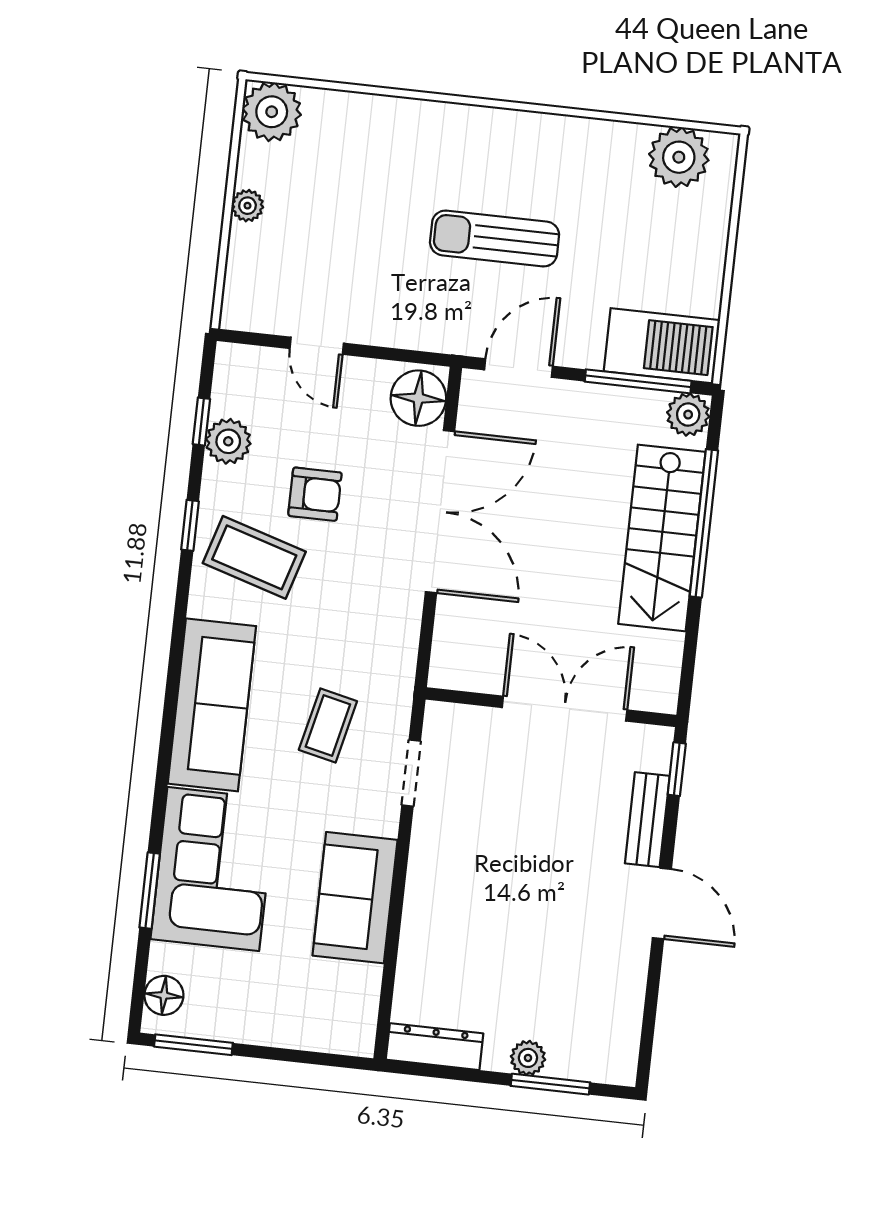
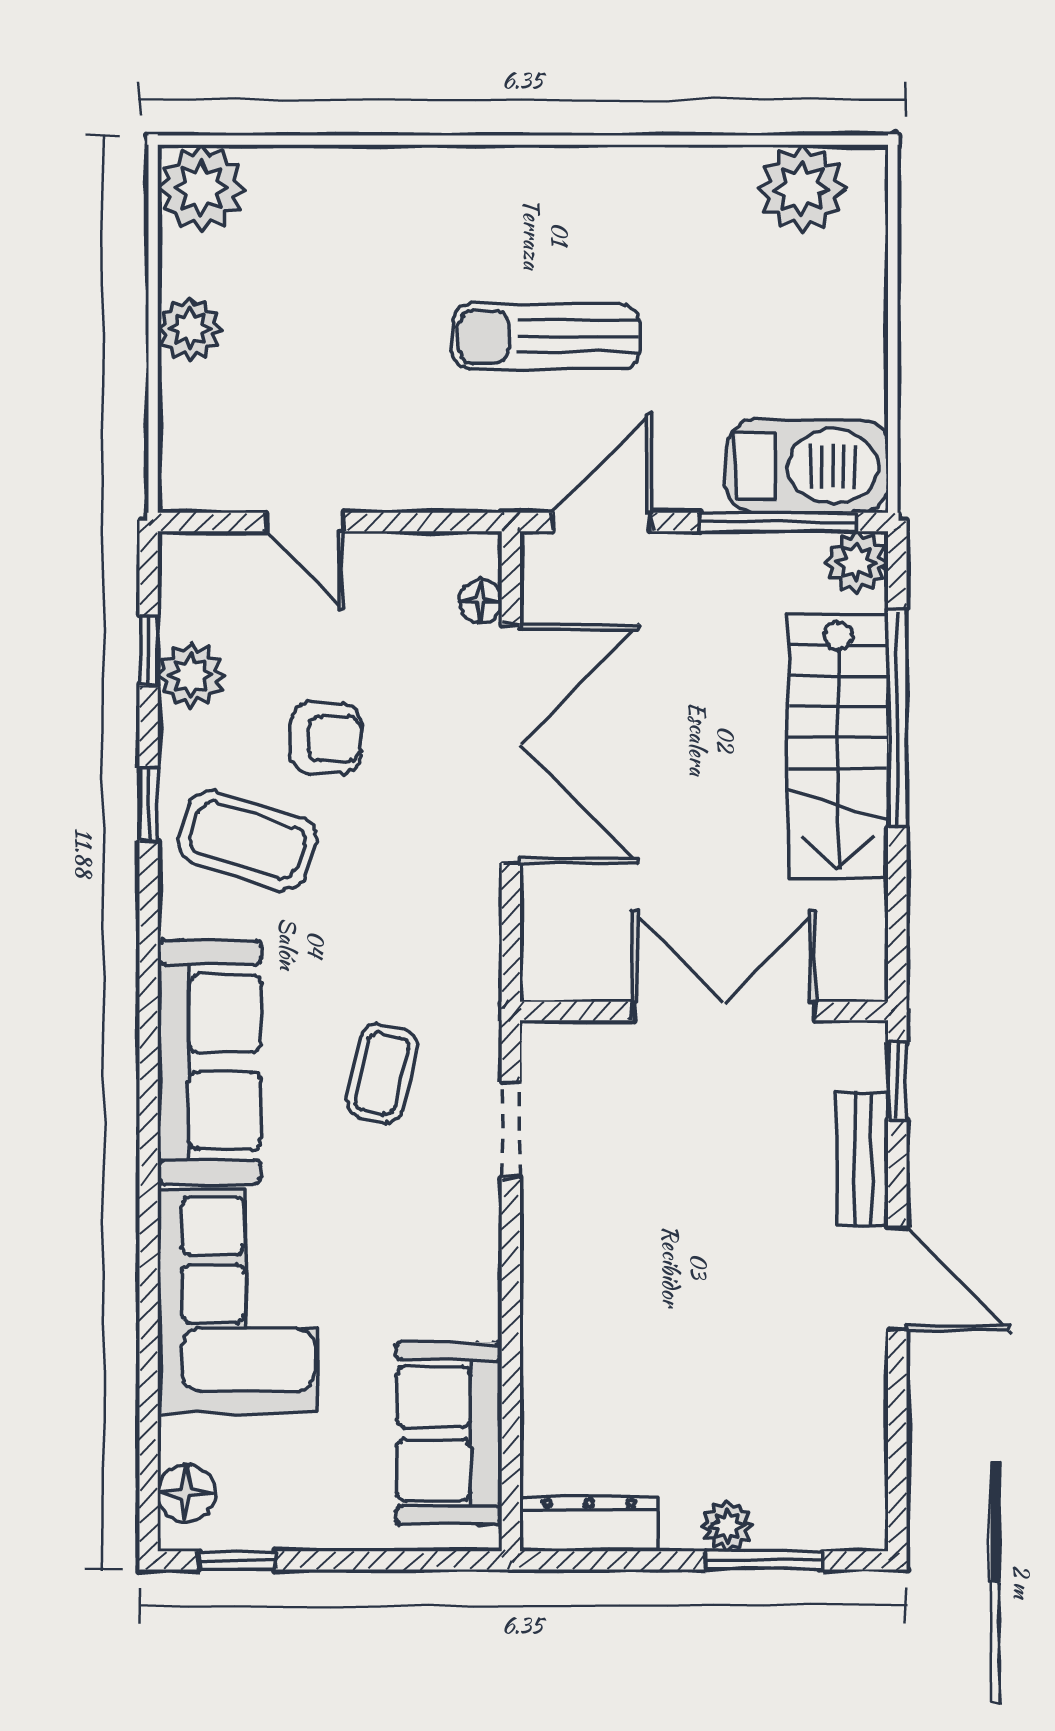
plant: (247, 206) -> (190, 329), width x1.38, depth x1.38
floor lamp: (418, 398) -> (480, 601), width x0.53, depth x0.53
window: (150, 891) -> (149, 1343), removed
sofa: (355, 898) -> (449, 1434), moved
window: (193, 1045) -> (237, 1560), width x0.67

